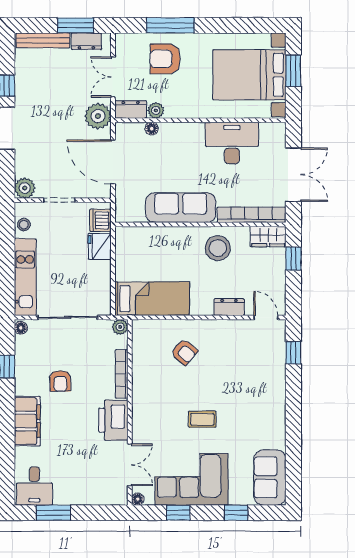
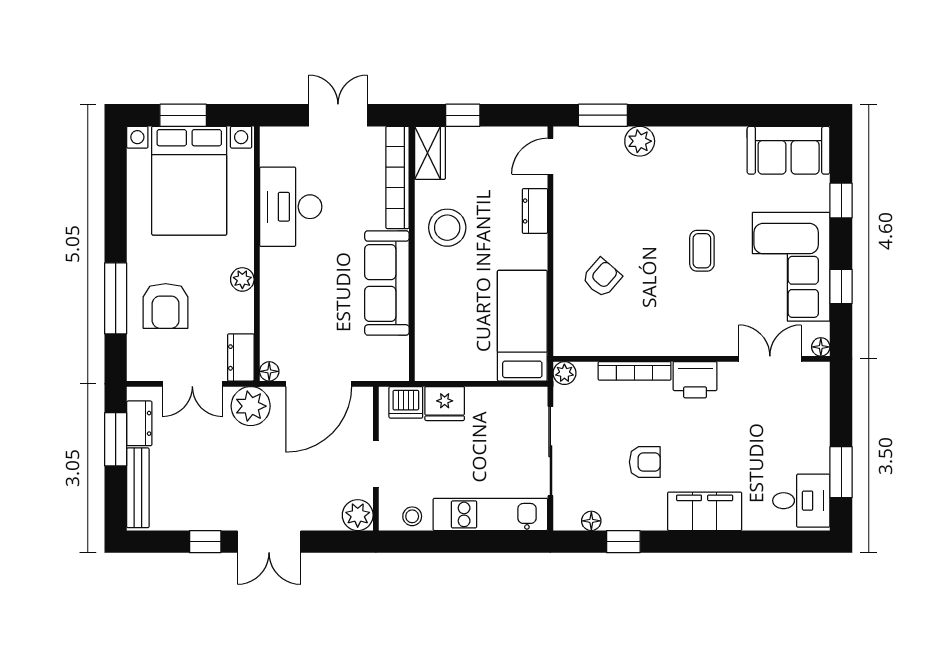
plant: (156, 110) -> (242, 279), moved
floor lamp: (152, 129) -> (269, 371), moved
double door: (293, 175) -> (338, 115), width x0.73
floor lamp: (21, 328) -> (591, 521), moved
window: (293, 353) -> (603, 115), width x1.50
plant: (276, 377) -> (640, 141), added
printer: (113, 420) -> (695, 380), width x0.73, depth x0.84

